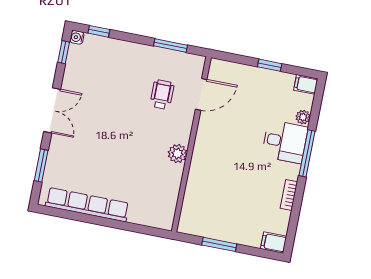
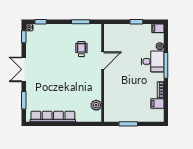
door: (201, 94) -> (103, 61), moved
double door: (52, 110) -> (24, 69), swing flipped
plant: (177, 154) -> (96, 105), moved
filing cabinet: (274, 243) -> (157, 104), moved

